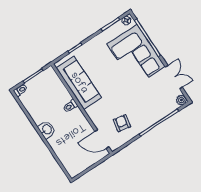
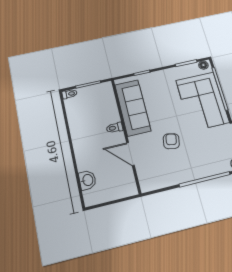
armchair: (122, 123) -> (171, 141), moved
washbasin: (47, 130) -> (87, 180), moved
door: (102, 139) -> (130, 154), moved

